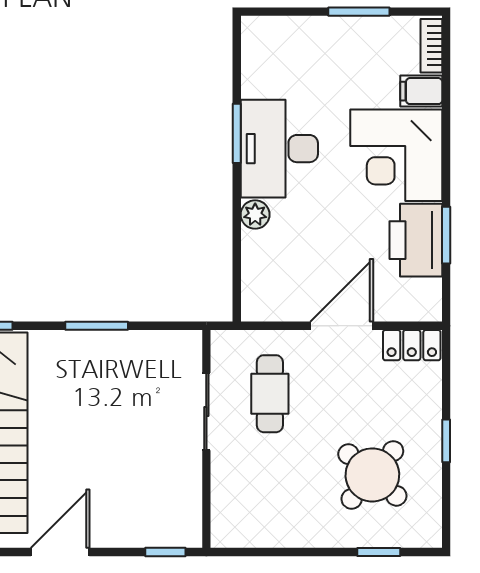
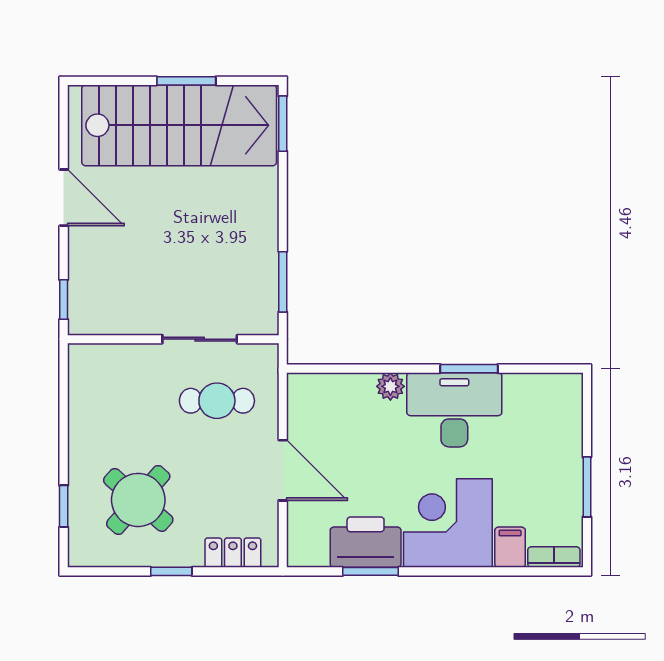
window: (97, 326) -> (283, 282), moved
locker: (412, 345) -> (233, 553), moved, turned 90

